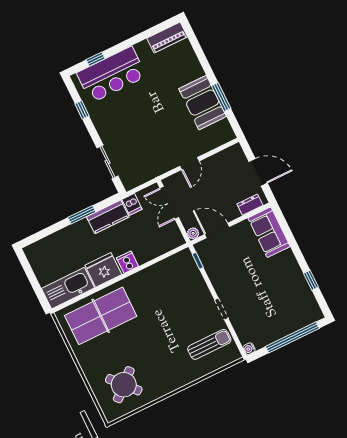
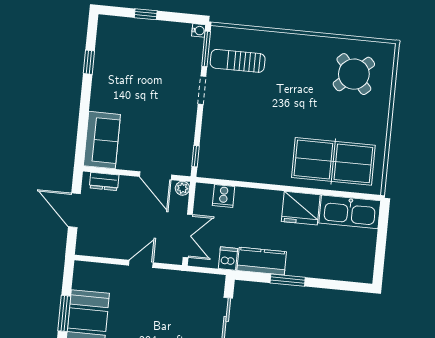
cooker: (128, 262) -> (224, 196), moved
window: (292, 337) -> (146, 14), width x0.32
window: (236, 339) -> (206, 49), added

